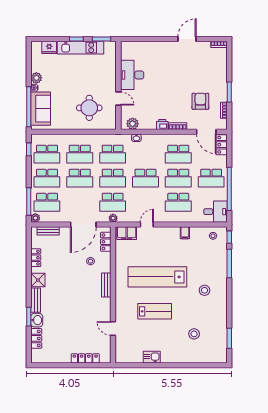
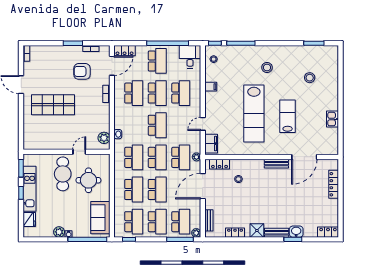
shop shelf: (166, 72) -> (53, 105), added
desk: (132, 75) -> (56, 138), removed
cafe table: (96, 82) -> (63, 174), added
sofa: (41, 109) -> (100, 218), moved, turned -90
printer: (162, 125) -> (105, 109), removed
door: (83, 225) -> (203, 186), swing flipped
door: (147, 225) -> (203, 124), hinge flipped
bench: (106, 285) -> (276, 164), moved
door: (113, 328) -> (304, 157), width x1.88
locker: (36, 338) -> (328, 232), moved

